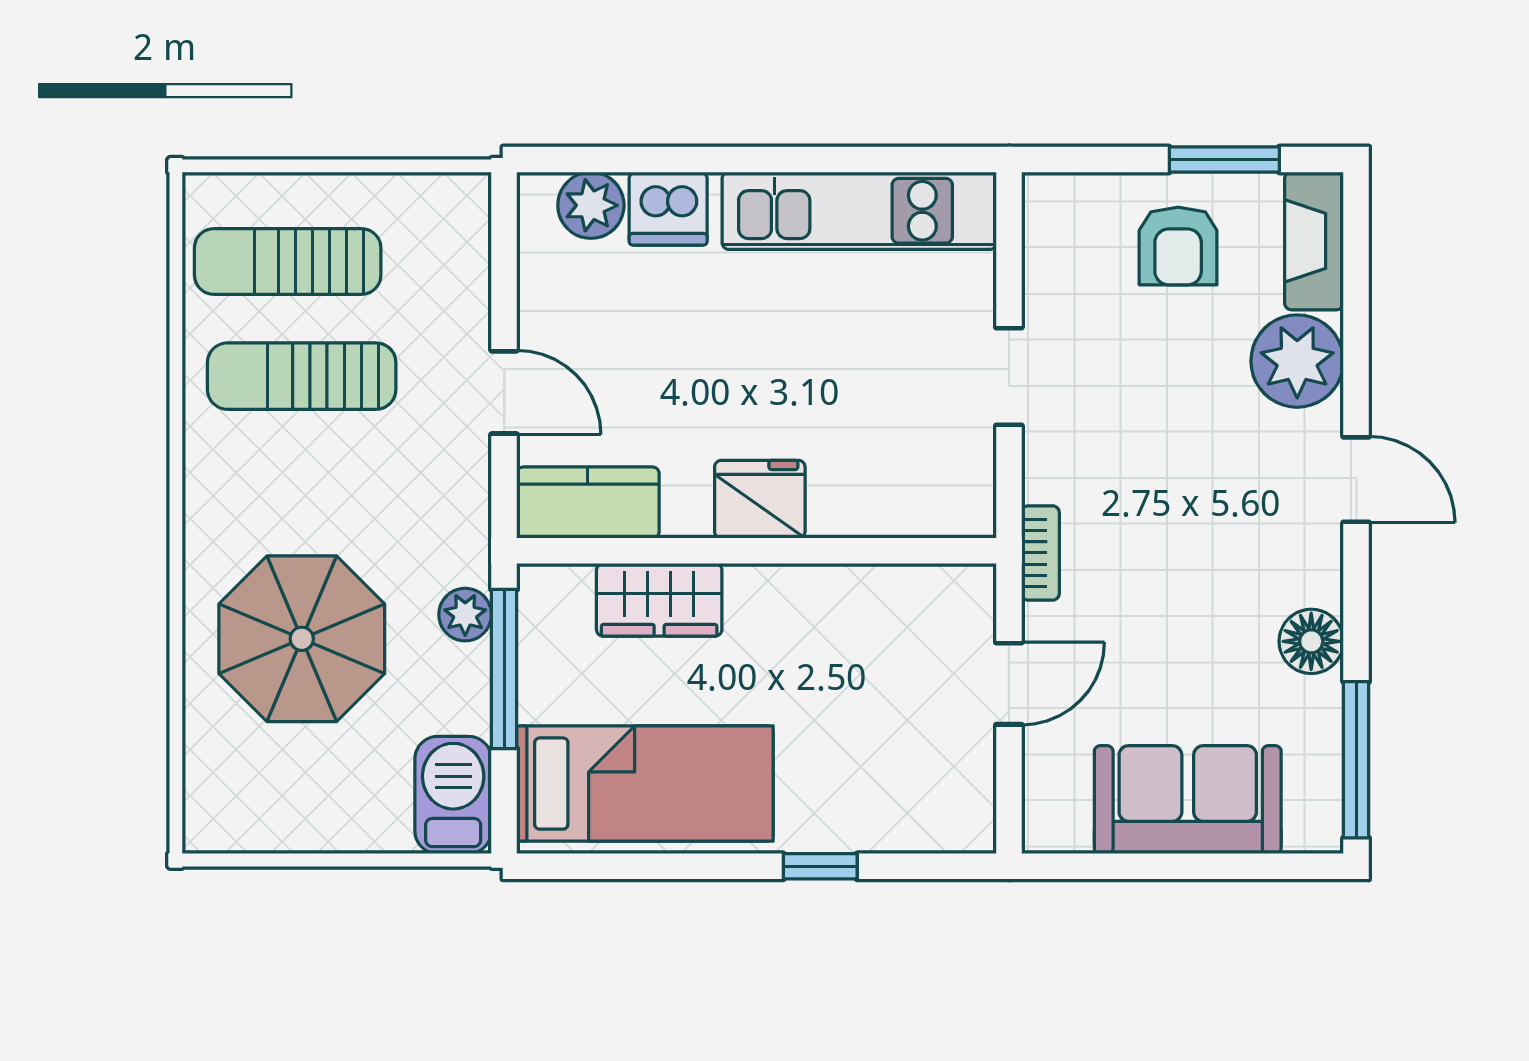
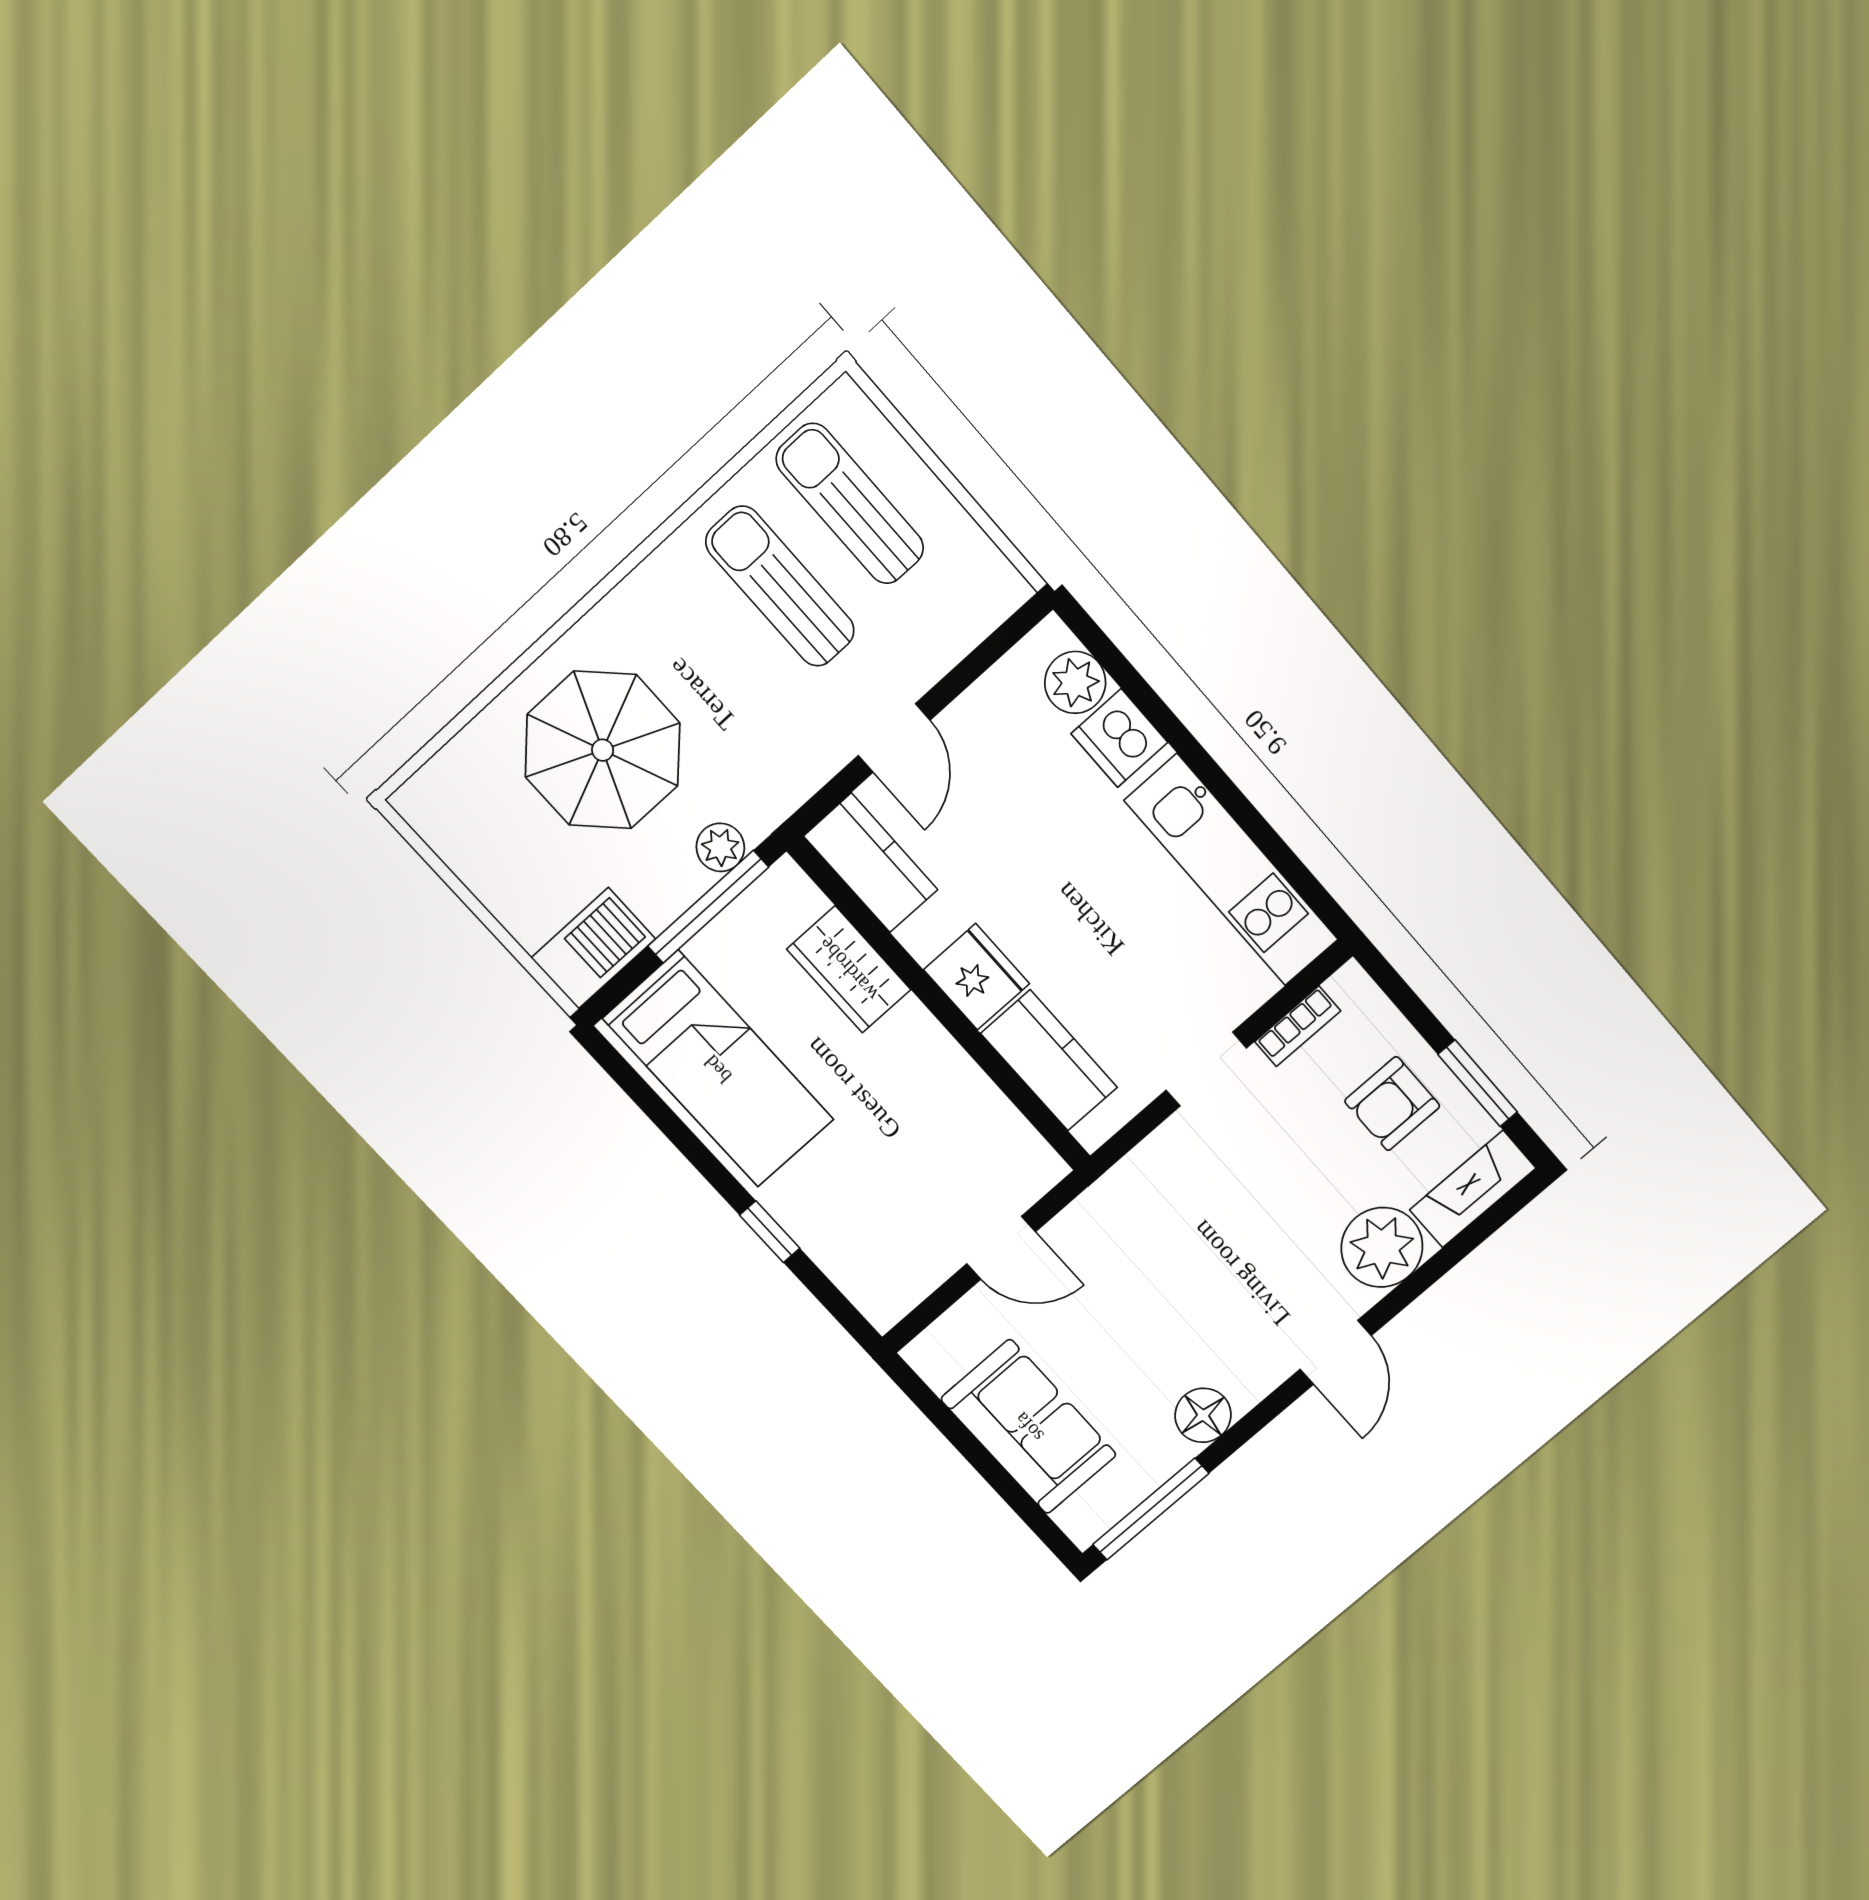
kitchen counter: (884, 501) -> (1049, 1060), added
bookcase: (1040, 553) -> (1298, 1026), moved

